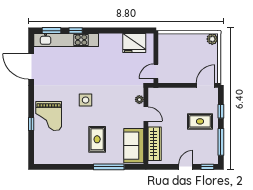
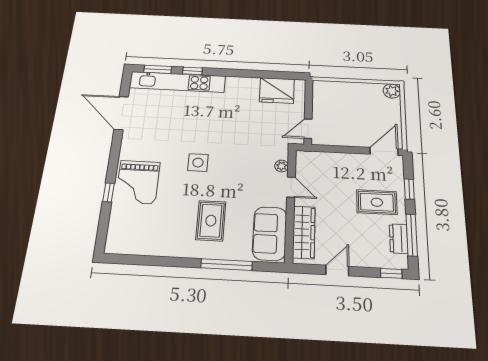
dresser: (213, 145) -> (399, 239), added
door: (186, 167) -> (337, 270), moved

